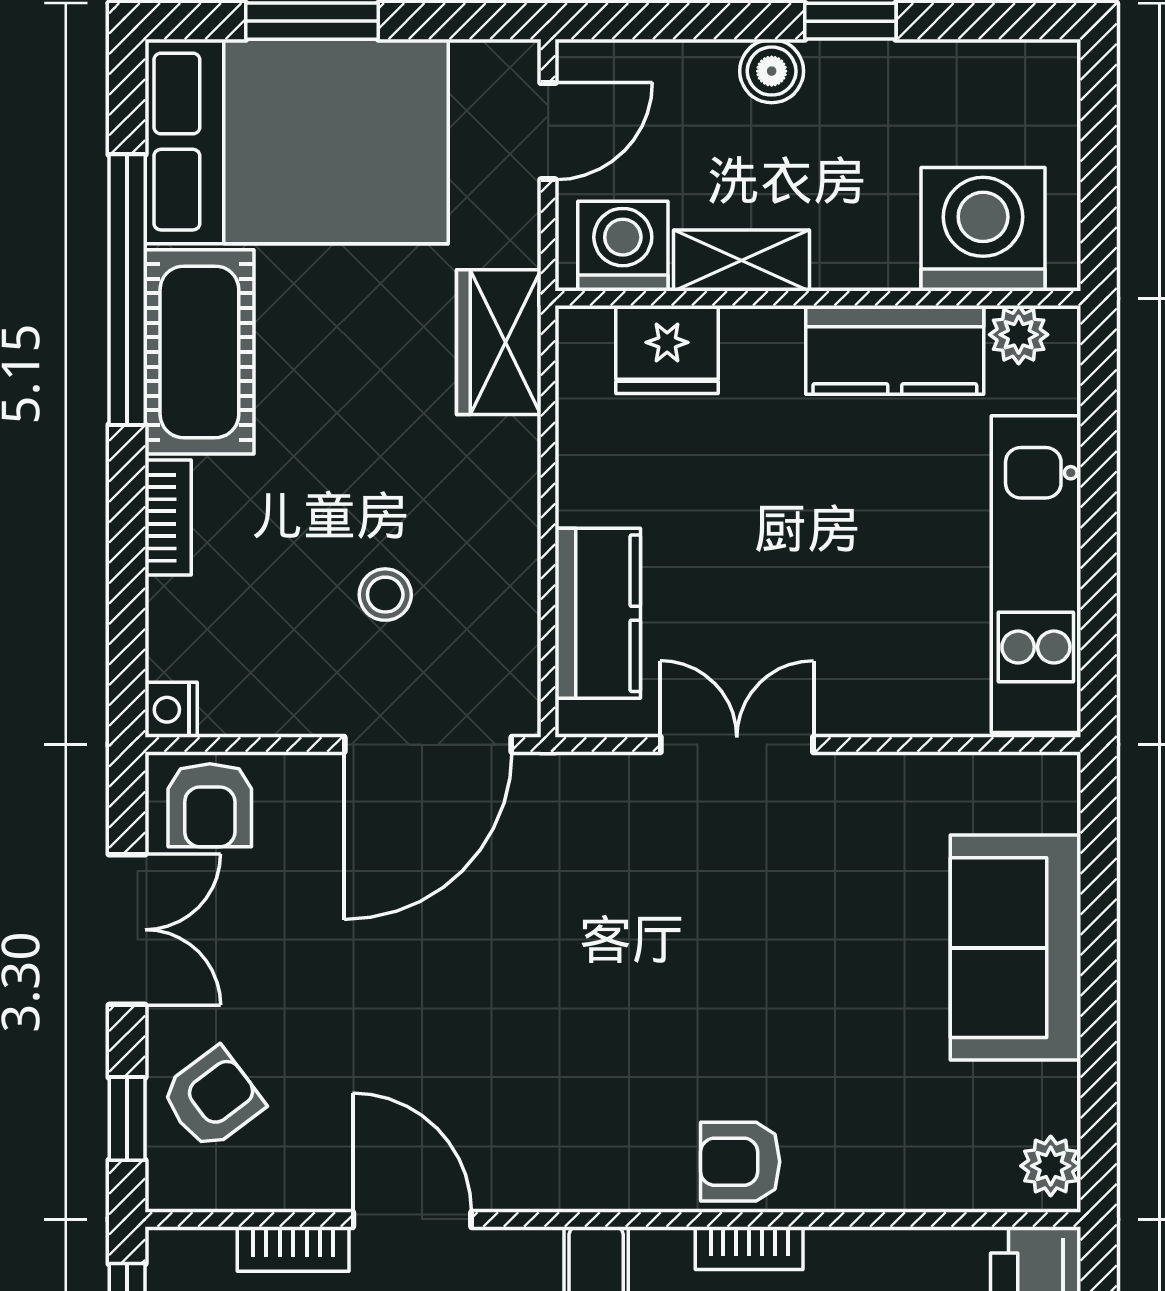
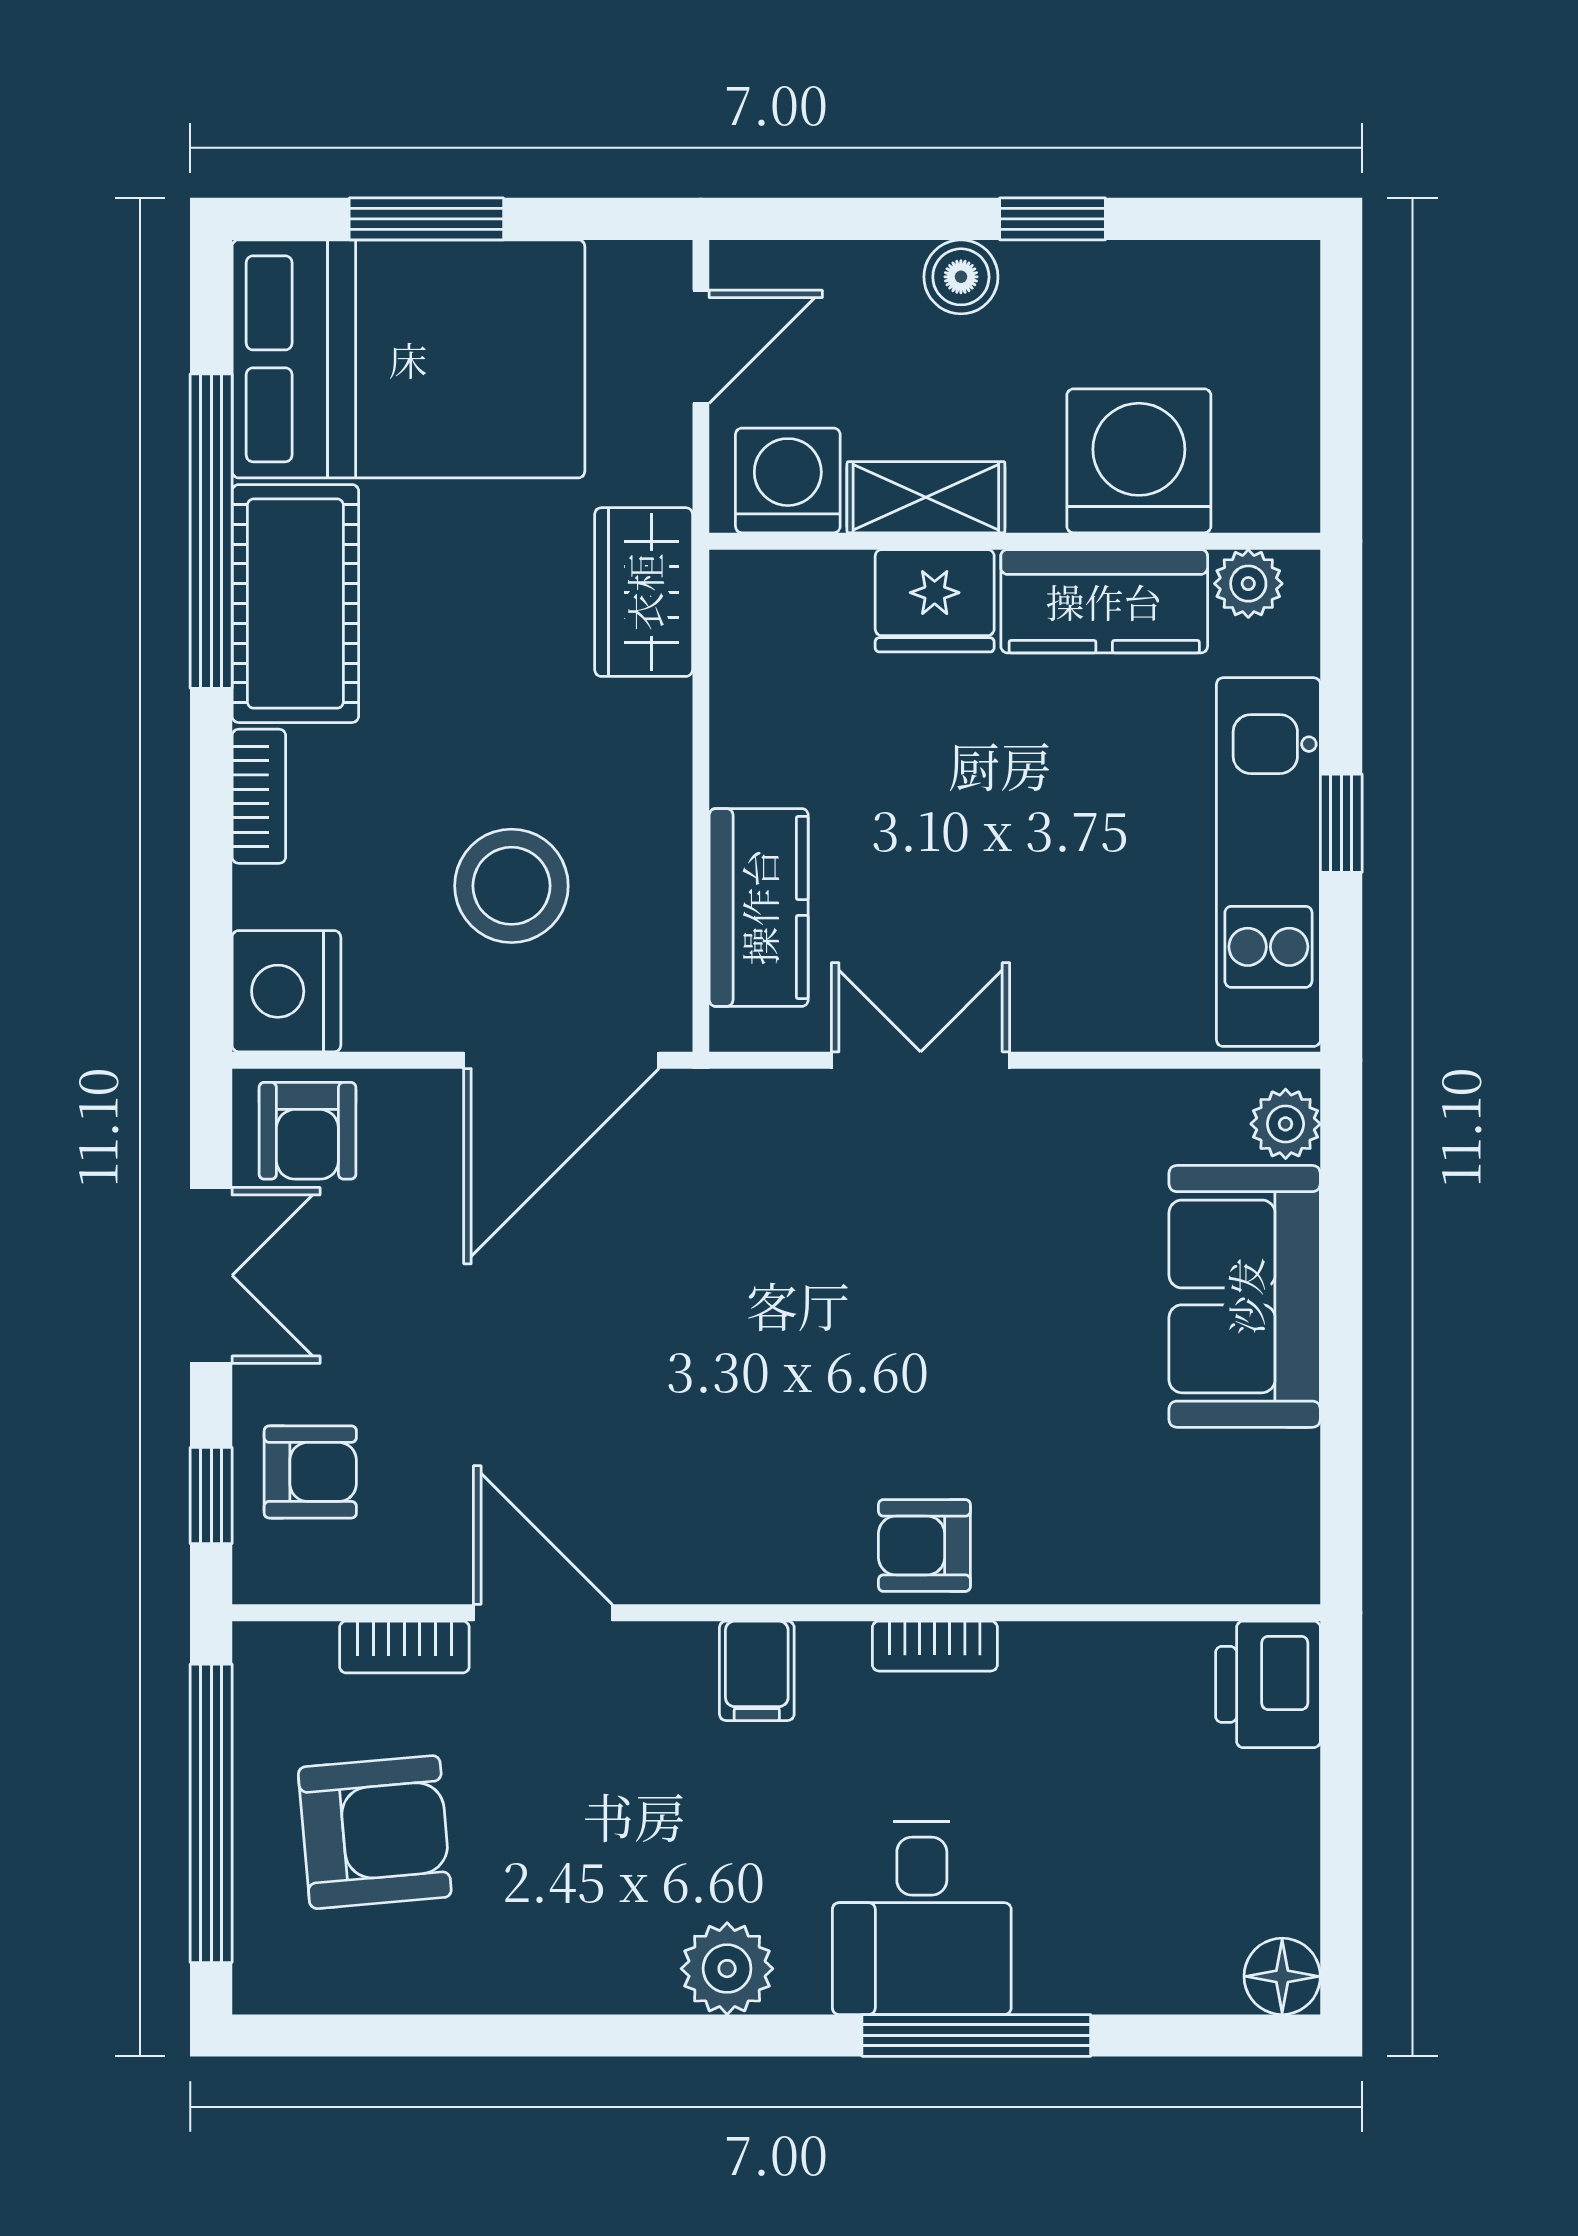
washing machine: (983, 229) -> (1139, 461), moved
fridge: (667, 350) -> (935, 601), moved
window: (1099, 541) -> (1341, 823), added
stool: (385, 595) -> (511, 886), width x1.89, depth x1.89
nightstand: (171, 710) -> (286, 991), width x1.89, depth x1.79
armchair: (212, 1098) -> (310, 1472), turned 37
plant: (1051, 1166) -> (1286, 1124), moved

